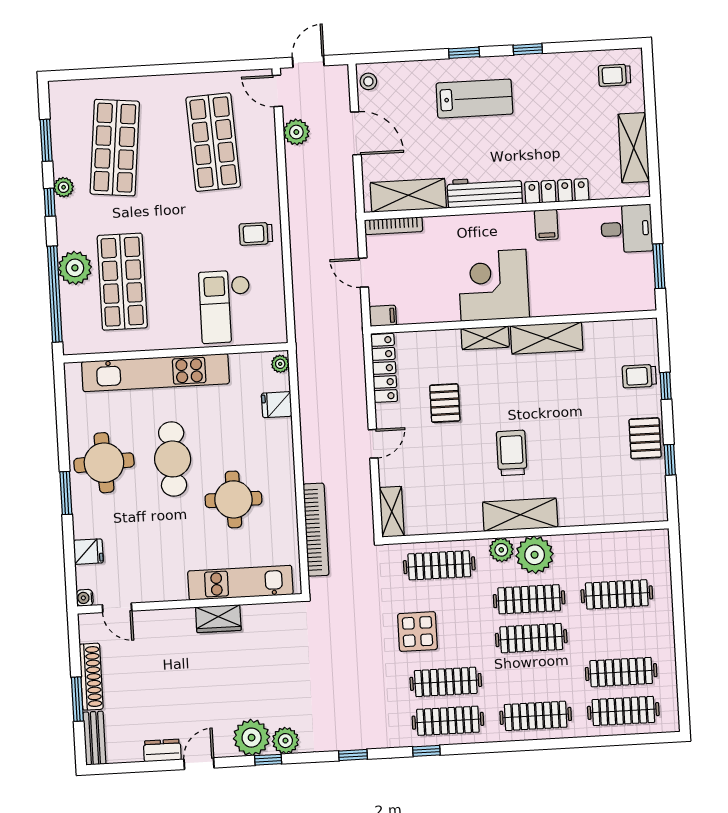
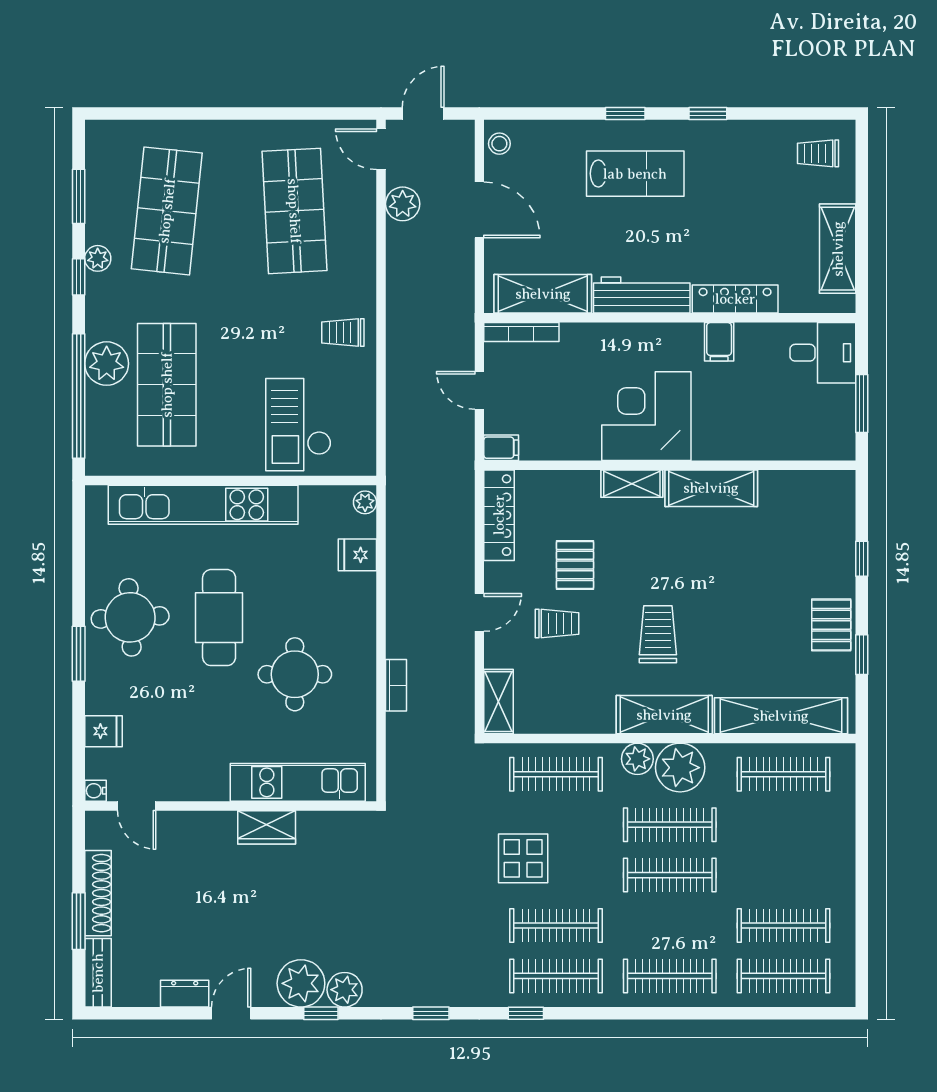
trolley: (639, 376) -> (557, 623), moved, turned 180
shelving: (610, 510) -> (781, 716), added
bookcase: (316, 530) -> (396, 685), width x0.43, depth x0.76
clothes rail: (617, 594) -> (783, 774), moved

